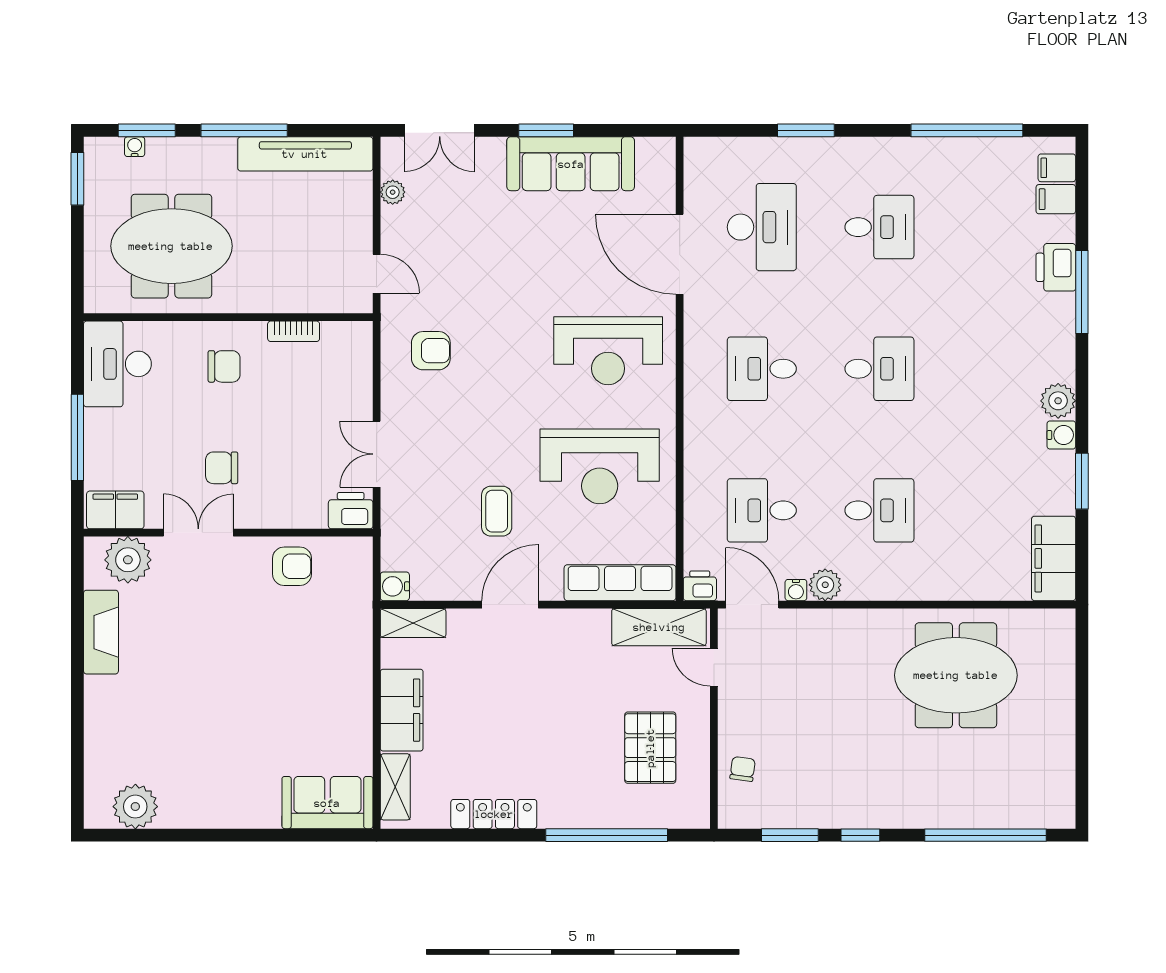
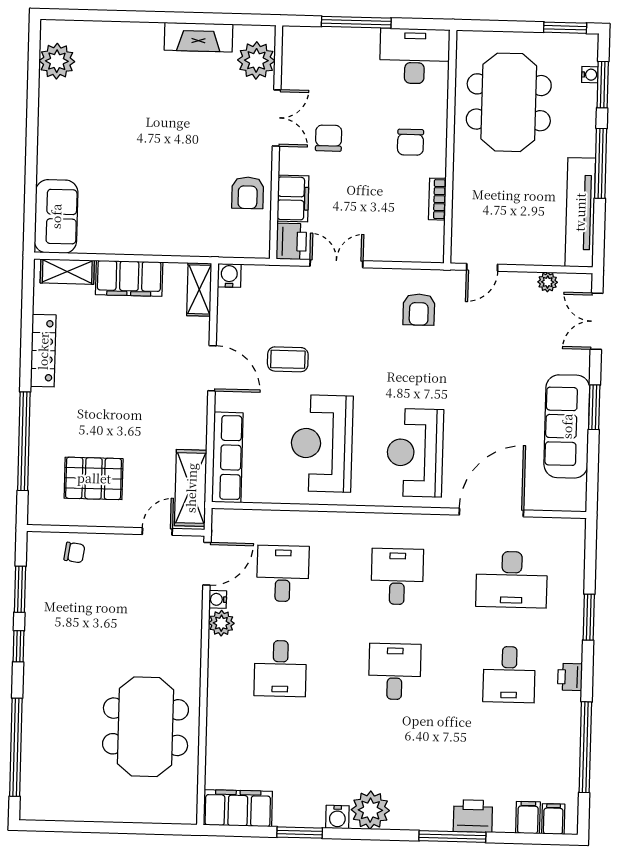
desk: (879, 369) -> (395, 671), turned 180
plant: (1058, 401) -> (370, 810), width x1.36, depth x1.36
filing cabinet: (115, 510) -> (293, 198), moved
printer: (700, 586) -> (570, 677), moved, turned 180

